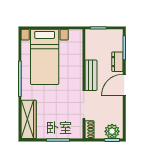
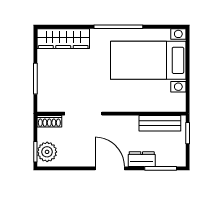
bench: (91, 75) -> (160, 123), moved

